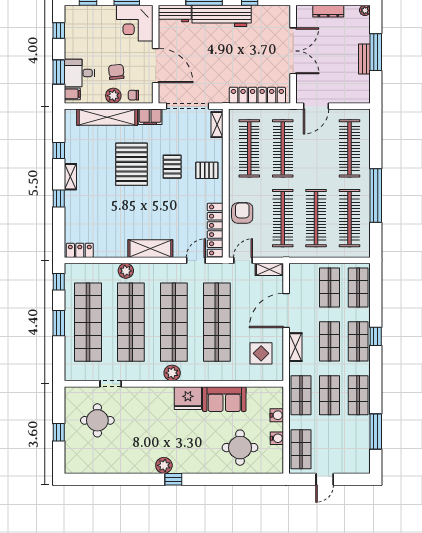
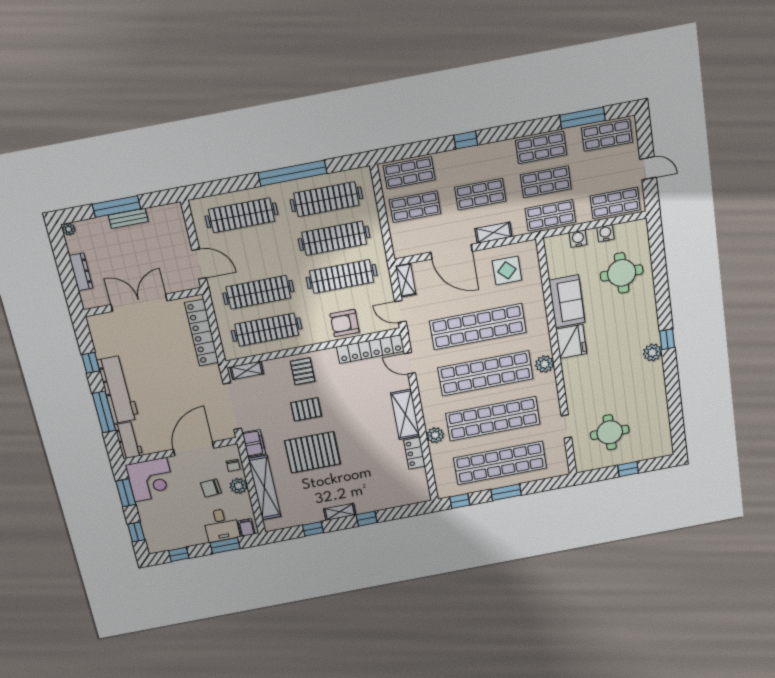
locker: (80, 250) -> (414, 453), moved
shop shelf: (358, 341) -> (607, 135), moved

